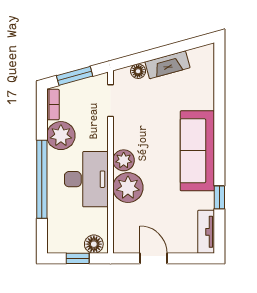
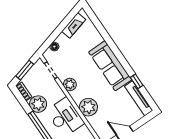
fireplace: (167, 65) -> (74, 25), moved
plant: (124, 160) -> (70, 84), moved
tv unit: (206, 232) -> (139, 98), width x1.41

